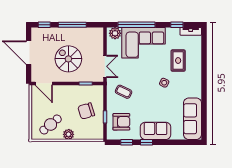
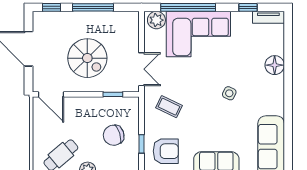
spiral stairs: (68, 59) -> (87, 58), turned 180
rug: (178, 61) -> (250, 60), removed
floor lamp: (195, 64) -> (275, 65), added

